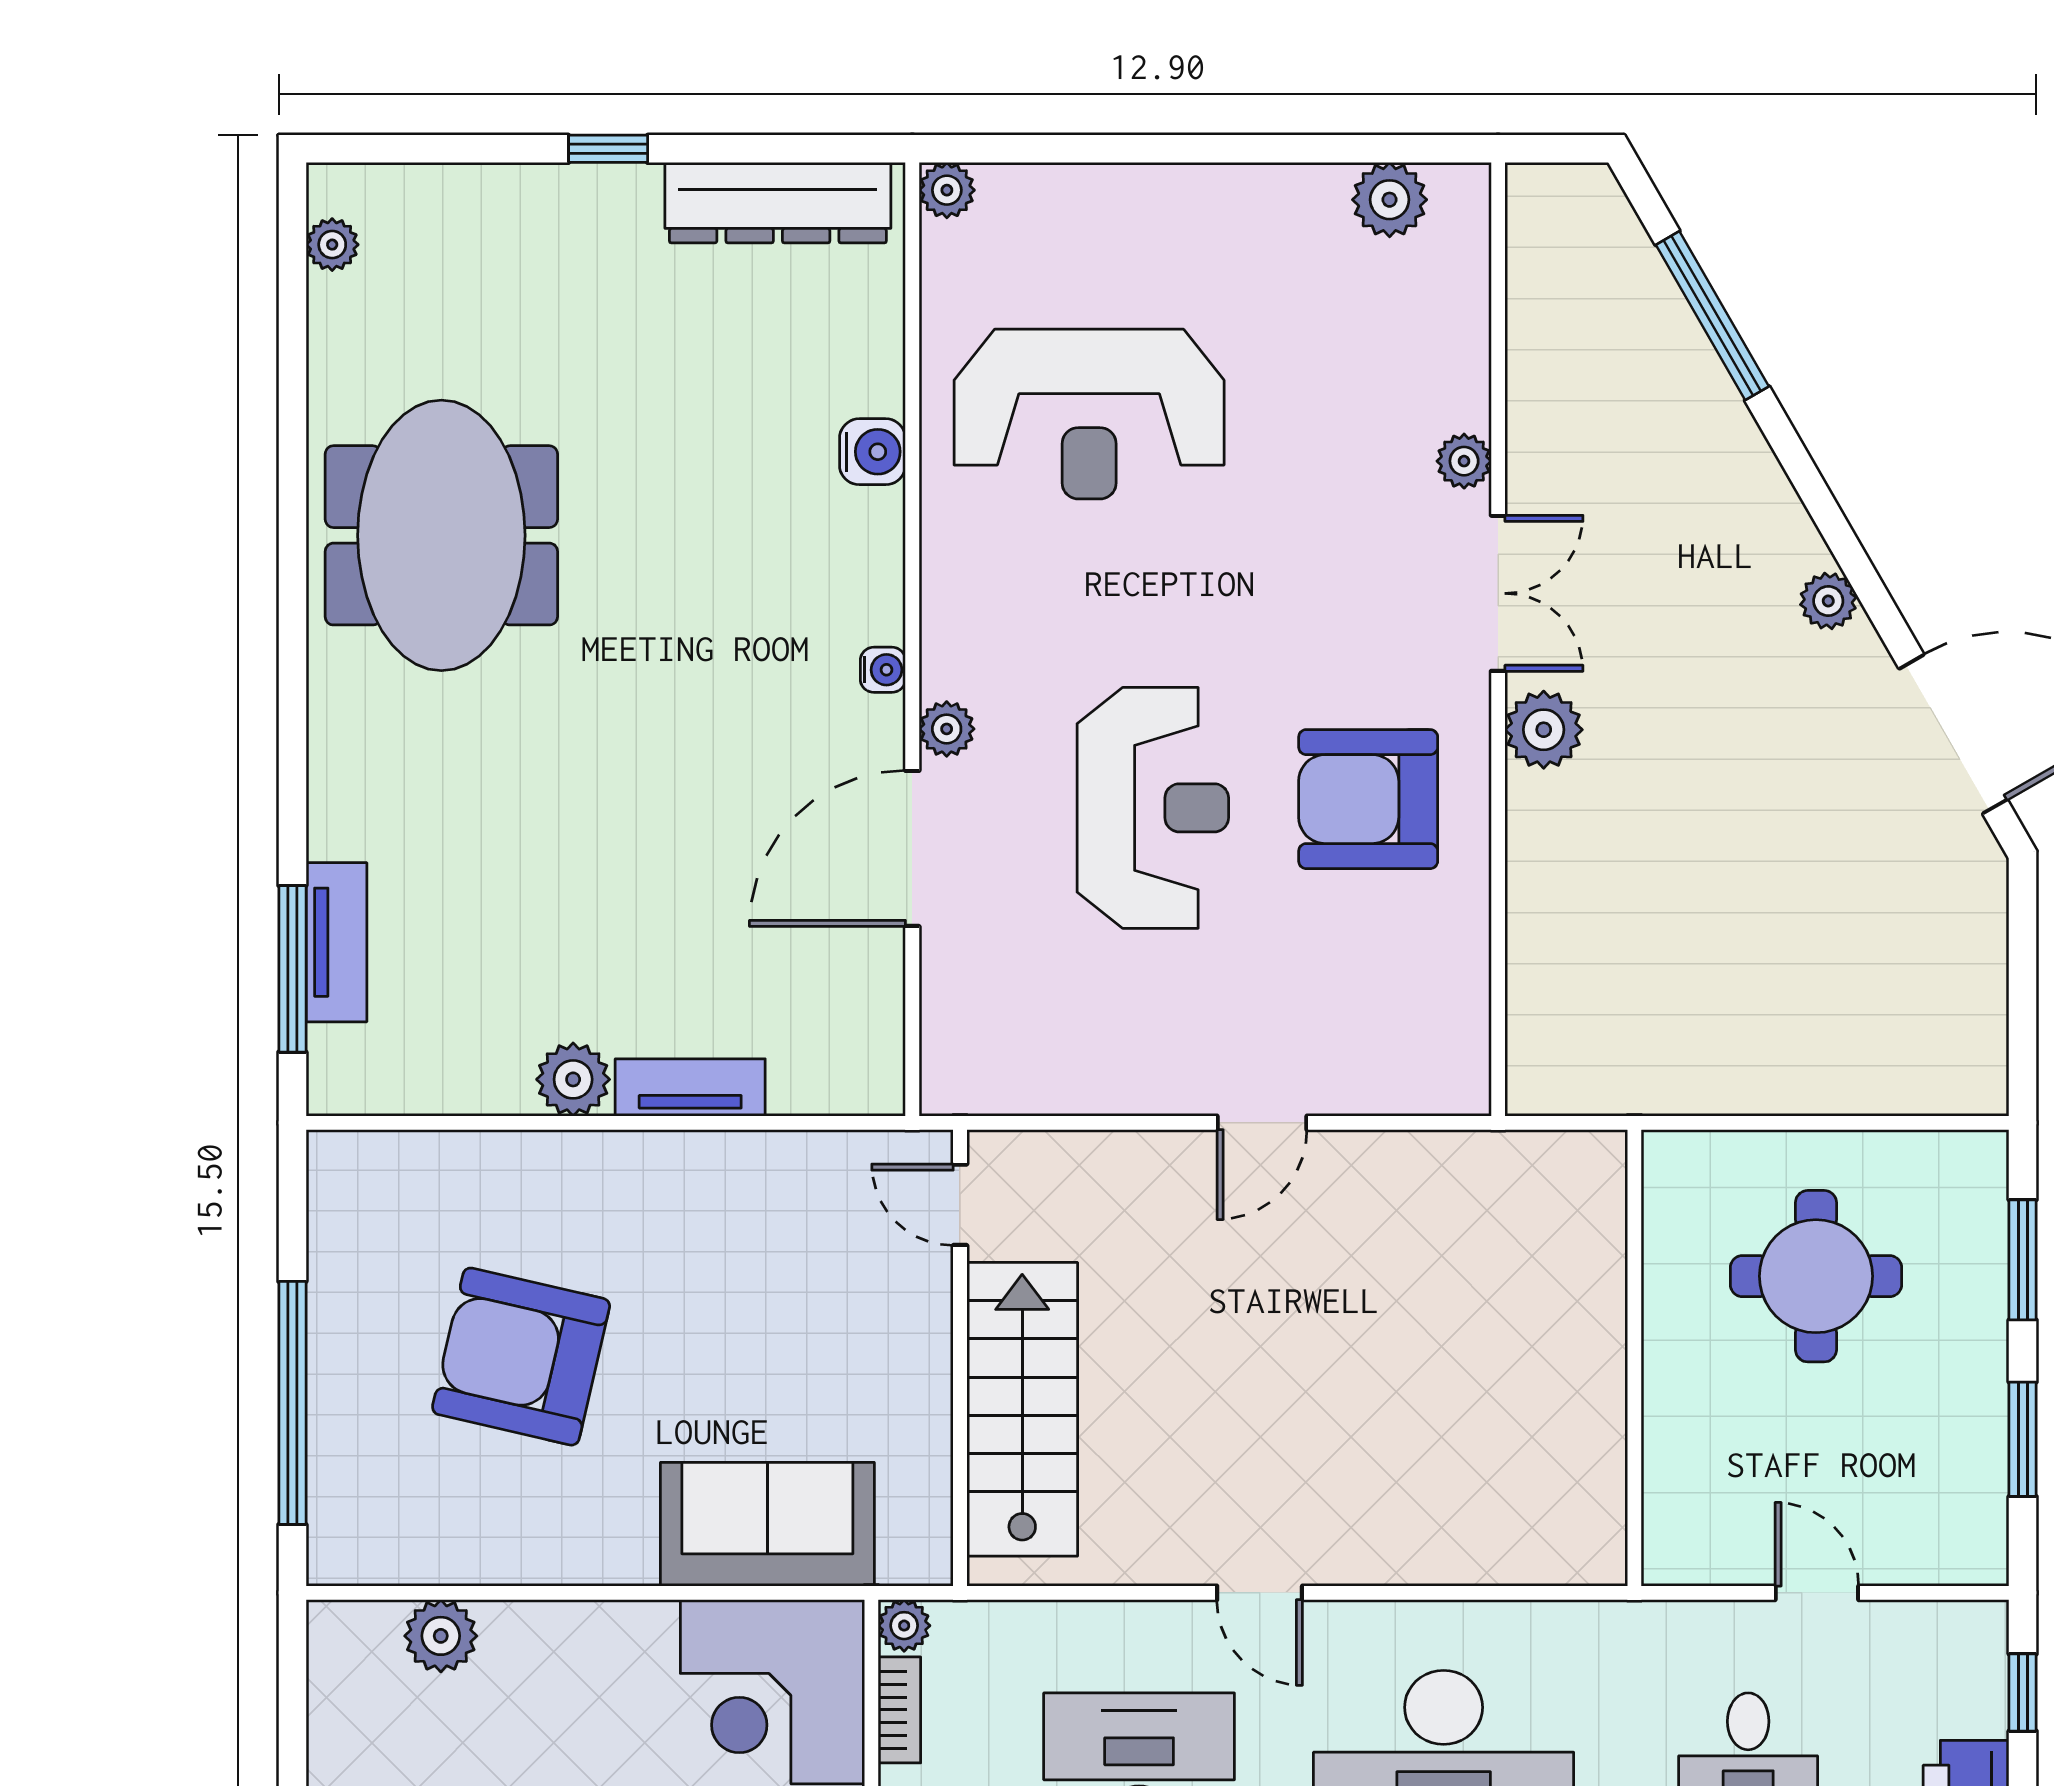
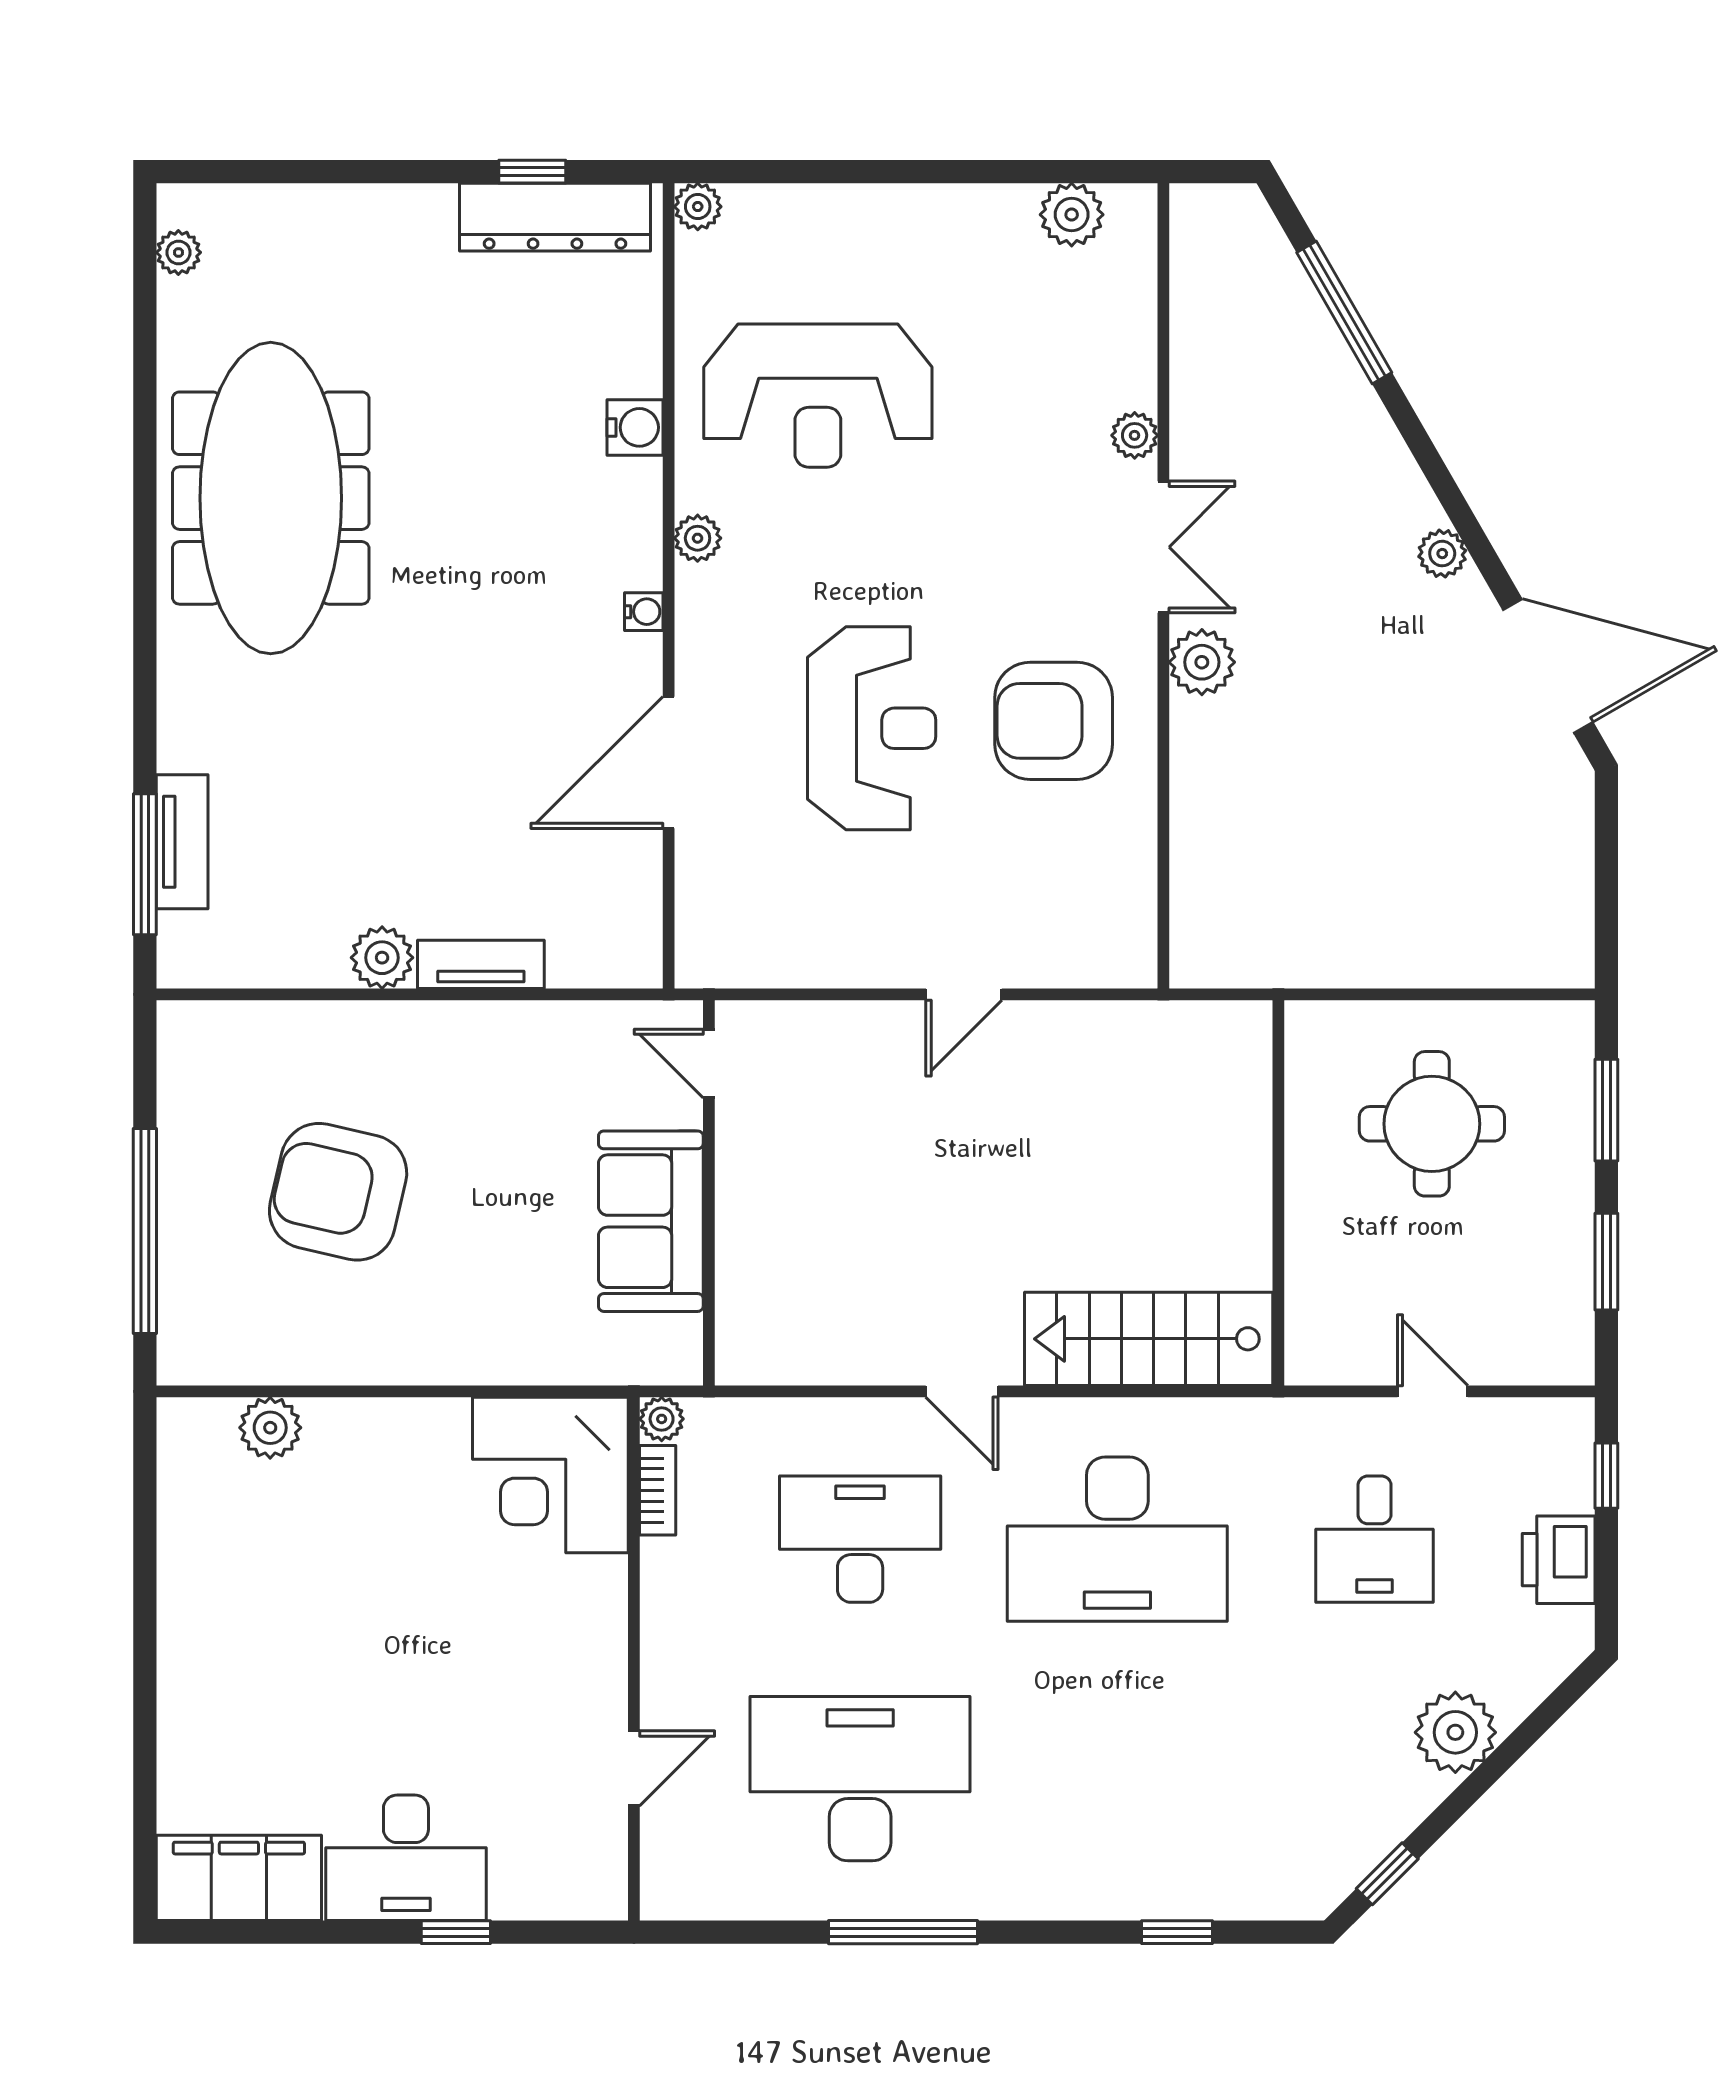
window: (608, 149) -> (532, 172), moved
meeting table: (441, 535) -> (271, 498), width x1.36
plant: (947, 729) -> (698, 538), moved
stairs: (1022, 1409) -> (1149, 1339), moved, turned -90
sofa: (767, 1524) -> (651, 1221), moved, turned -90

